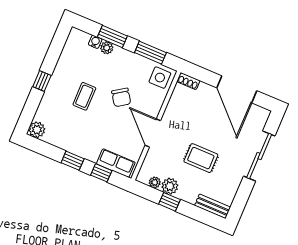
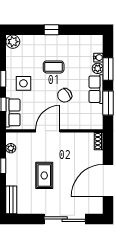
row of seats: (129, 60) -> (96, 89), added
side table: (160, 78) -> (23, 83), moved
plant: (170, 186) -> (13, 161), removed

